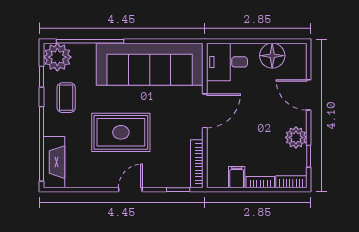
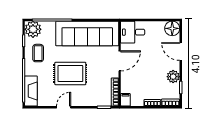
floor lamp: (272, 56) -> (172, 28), moved
filing cabinet: (237, 177) -> (125, 100), moved
door: (130, 190) -> (64, 107), moved

